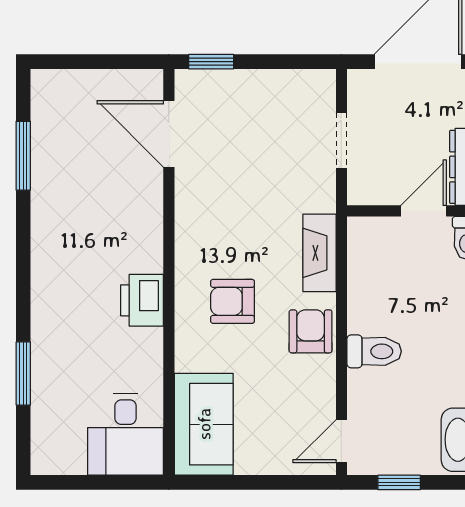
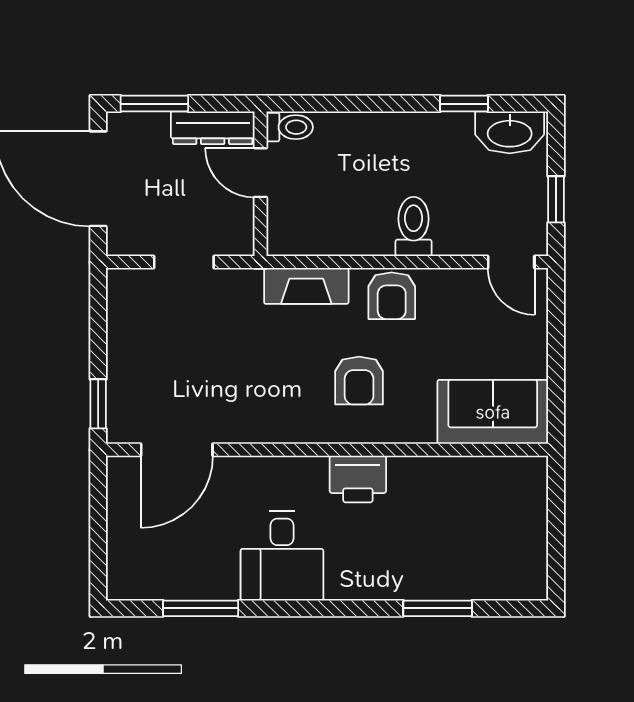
armchair: (311, 331) -> (392, 296), turned -90
desk: (126, 434) -> (282, 556), moved, turned 90

